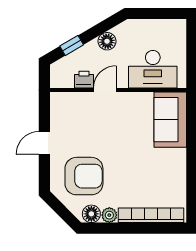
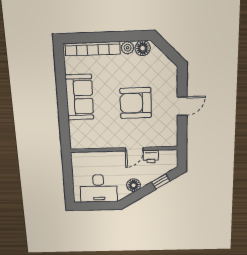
desk: (153, 69) -> (99, 188), moved, turned 180
sofa: (170, 120) -> (80, 97), moved
armchair: (84, 176) -> (136, 103), moved

